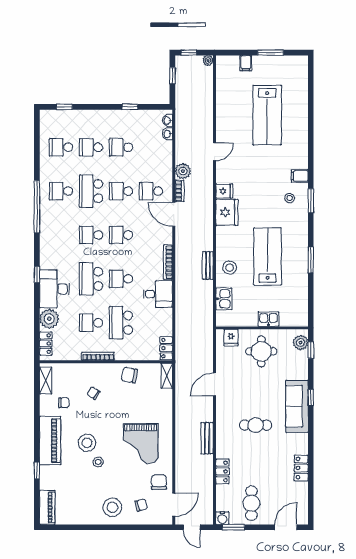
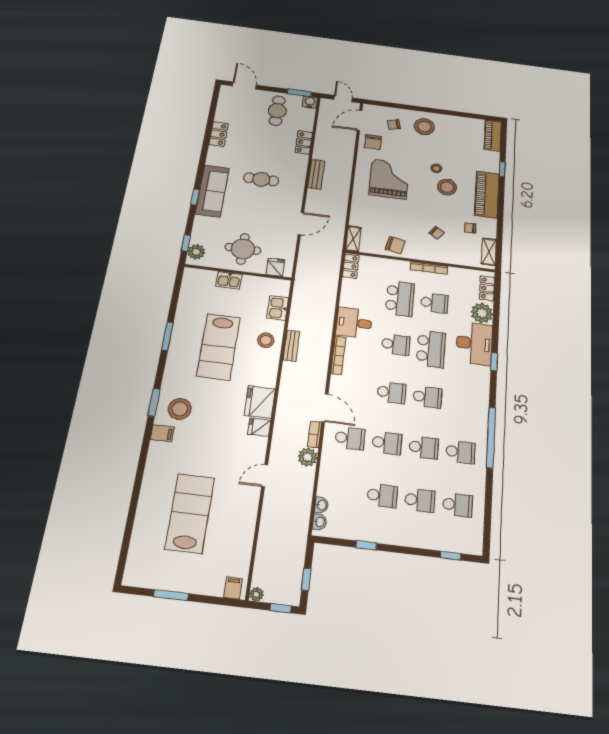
filing cabinet: (246, 63) -> (233, 588), moved
school desk: (91, 191) -> (424, 447), width x0.54
stool: (290, 198) -> (180, 409), width x1.89, depth x1.89
door: (286, 527) -> (244, 85), swing flipped

